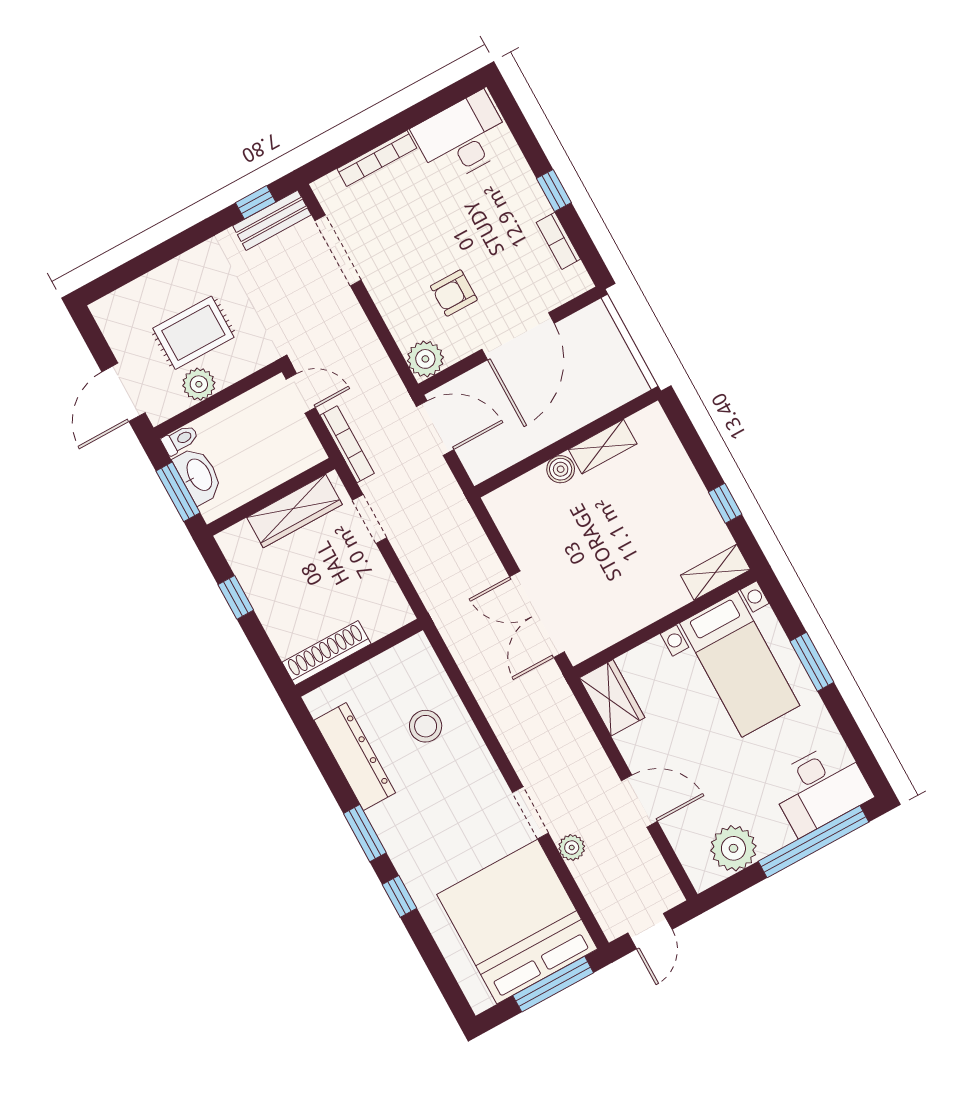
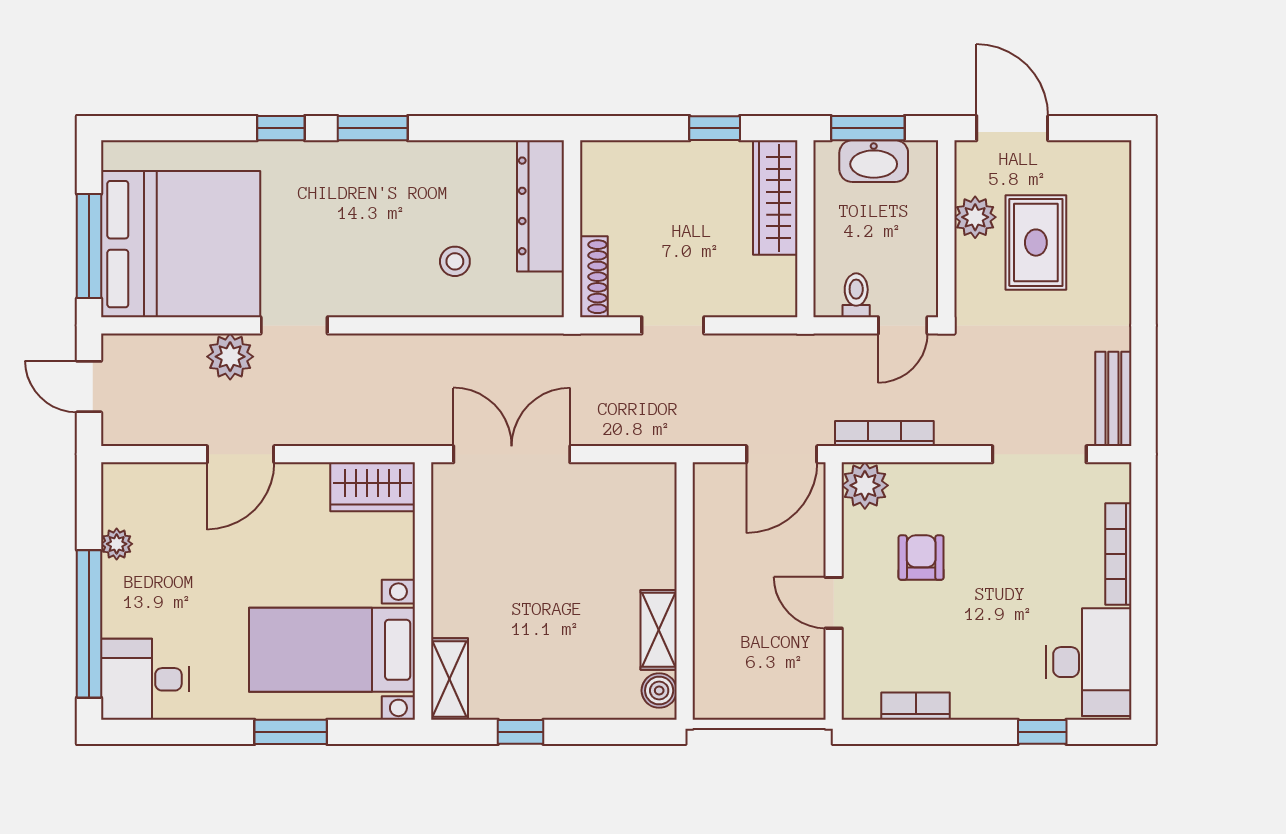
window: (554, 190) -> (1042, 732), moved
window: (256, 202) -> (1144, 392), removed
door: (518, 336) -> (834, 603), width x0.53
toilet: (180, 440) -> (856, 295), moved, turned 180
bookcase: (347, 444) -> (884, 434), moved, turned 180
boiler: (561, 469) -> (659, 691), moved
wardrobe: (294, 511) -> (775, 198), moved
doorway: (370, 519) -> (673, 325), moved
shoe rack: (327, 653) -> (594, 277), moved, width x0.74, depth x0.81
stool: (426, 726) -> (455, 261), width x0.73, depth x0.73
dresser: (355, 757) -> (540, 206), moved, turned 90
desk: (820, 788) -> (145, 679), width x0.73
plant: (572, 848) -> (230, 357), width x1.38, depth x1.38
plant: (733, 848) -> (117, 544), width x0.53, depth x0.53

